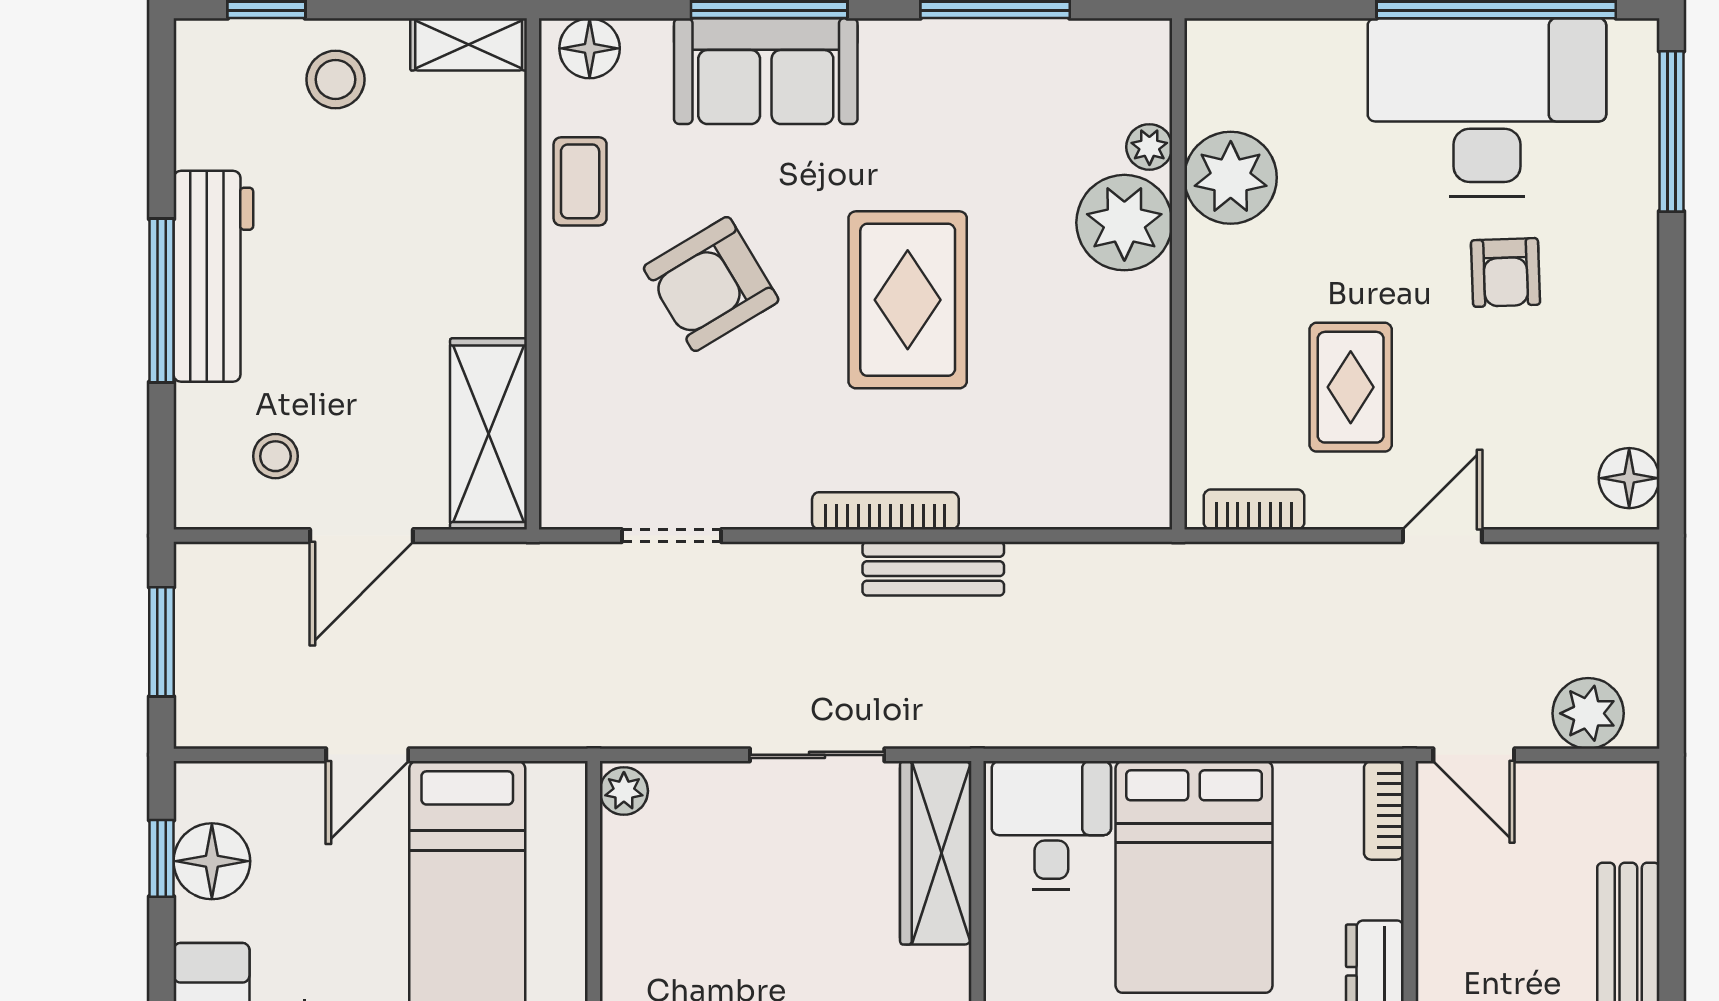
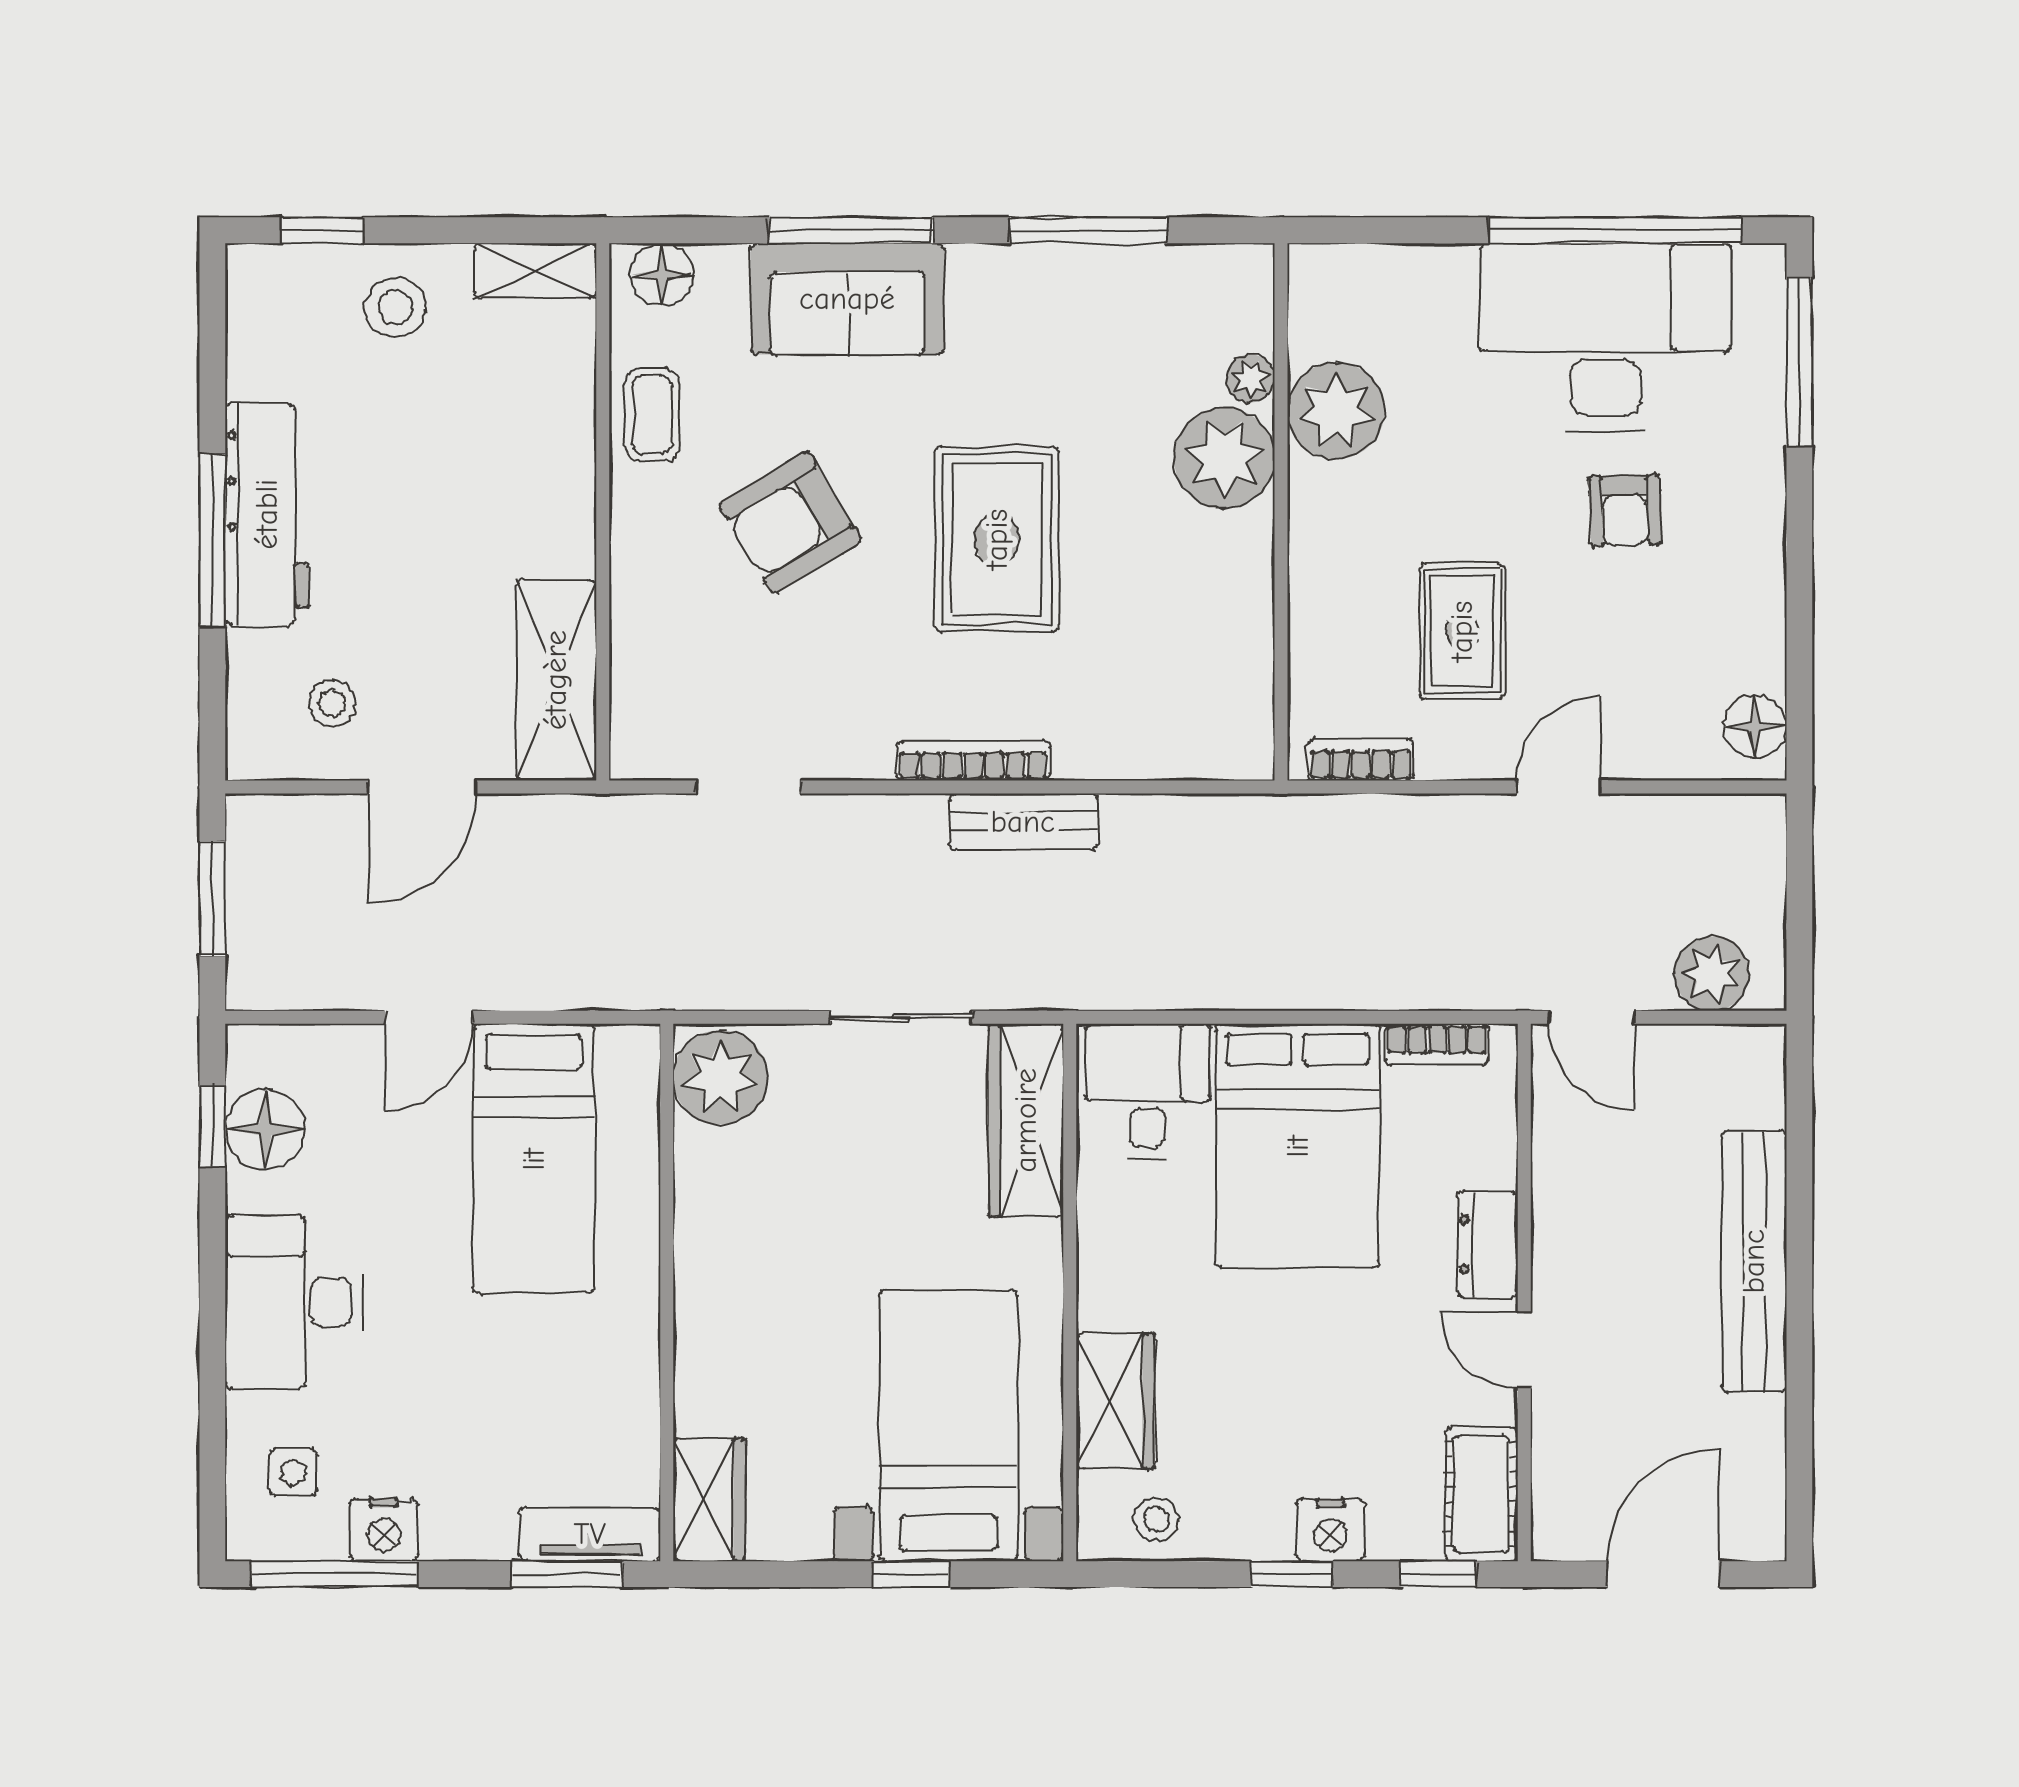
plant: (624, 791) -> (720, 1077), width x1.88, depth x1.88
bookcase: (1384, 810) -> (1437, 1045), moved, turned -90

